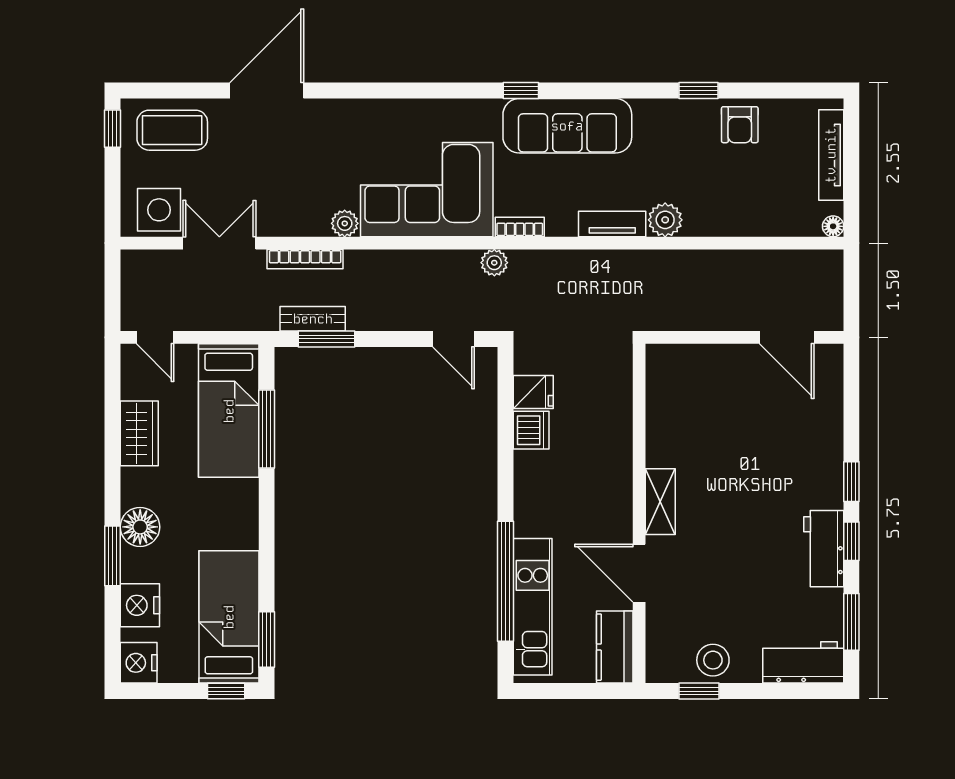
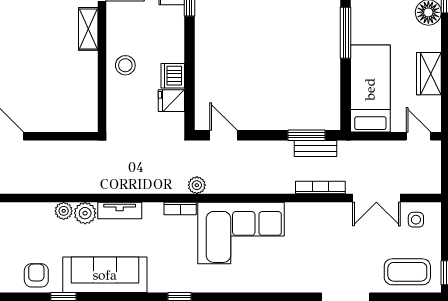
sofa: (567, 126) -> (105, 275), moved
side table: (159, 210) -> (416, 220), width x0.54, depth x0.54
plant: (345, 223) -> (64, 211), moved
window: (267, 429) -> (346, 33), moved
stool: (604, 446) -> (125, 65), added

